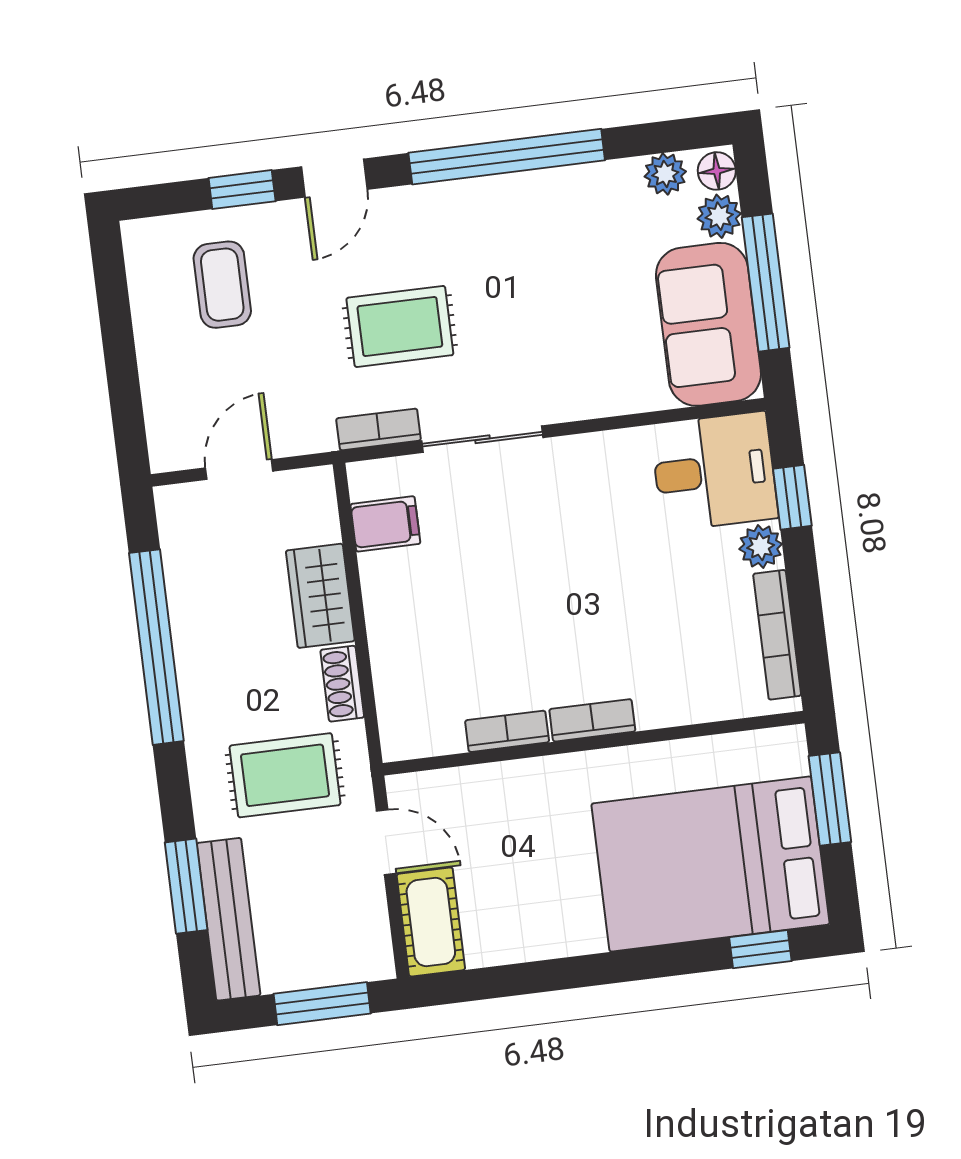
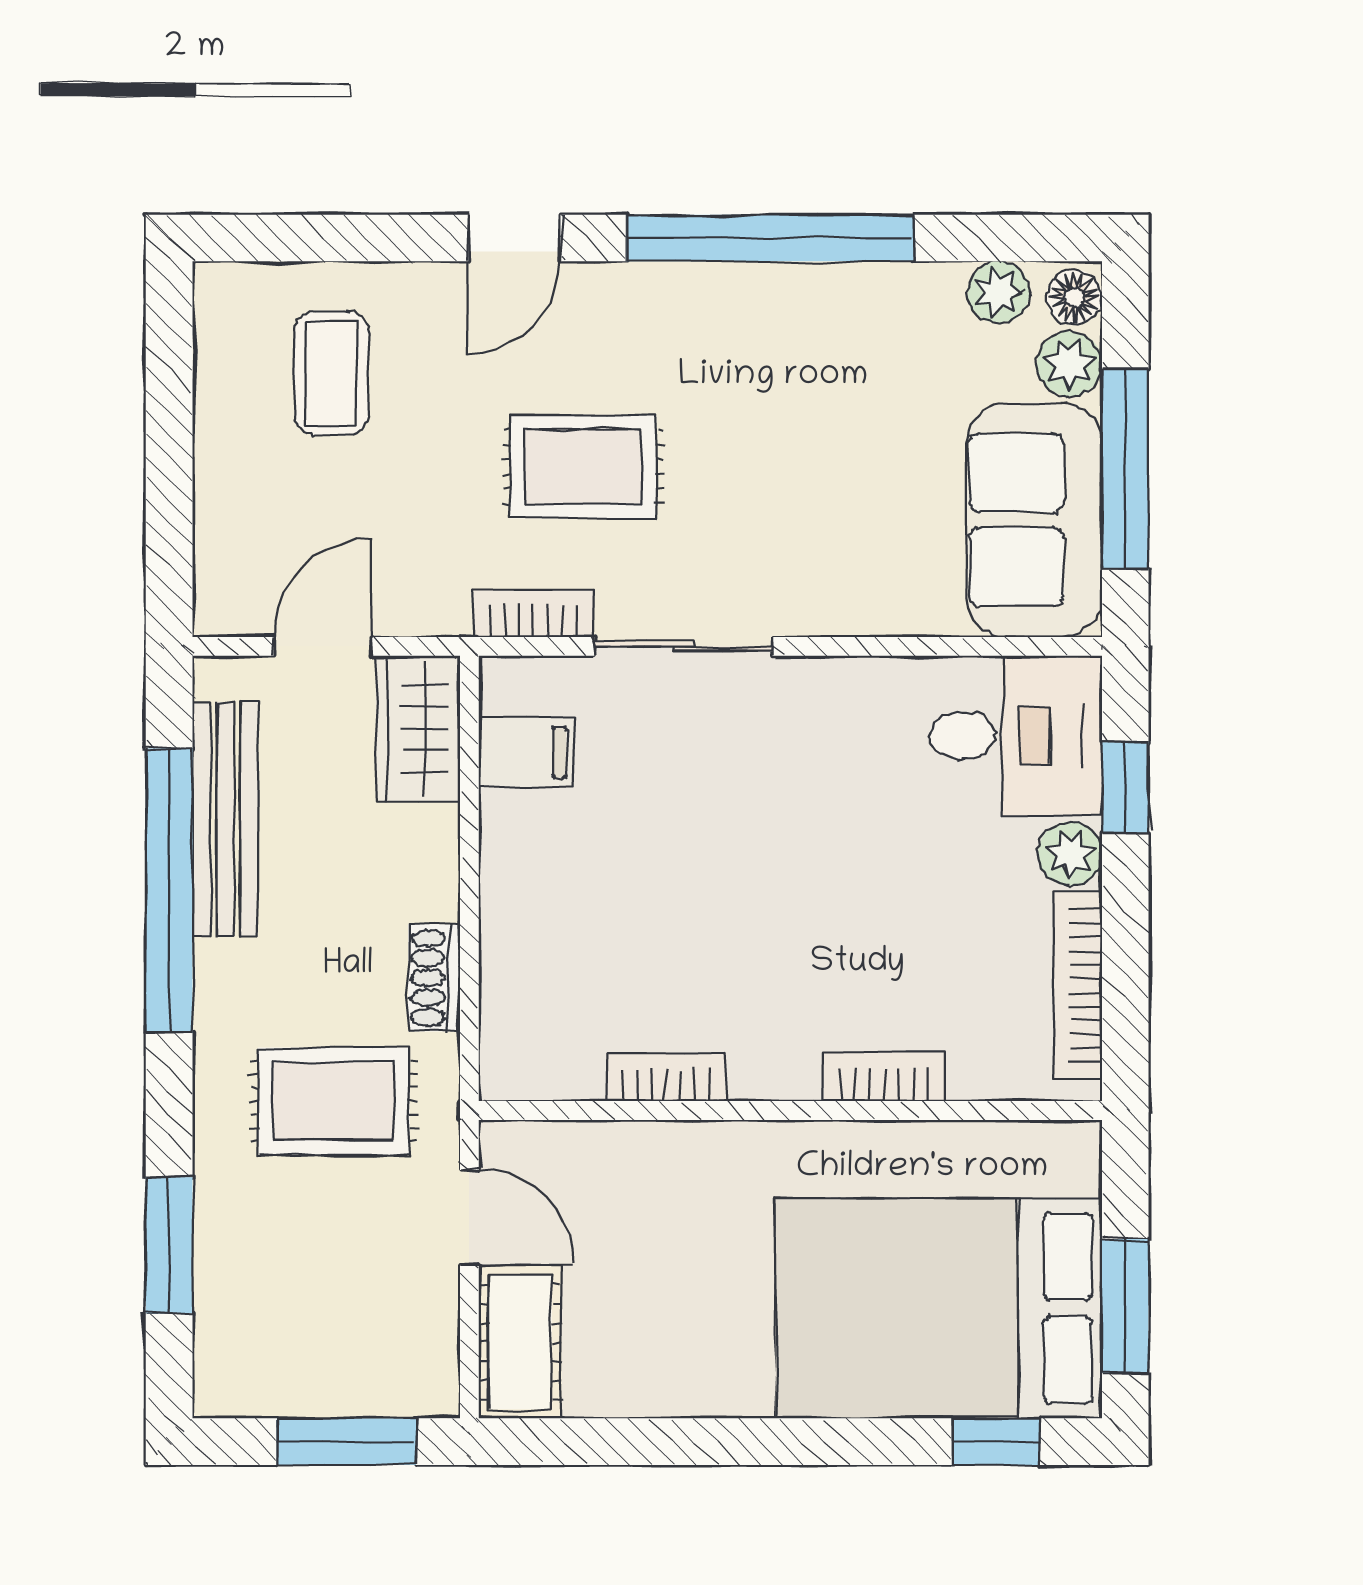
window: (242, 190) -> (378, 238), removed
wardrobe: (320, 596) -> (418, 728), moved
bookcase: (592, 720) -> (885, 1077), moved
window: (830, 799) -> (1125, 1306), moved
bench: (229, 919) -> (225, 819), moved

